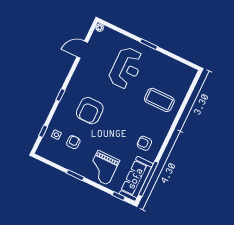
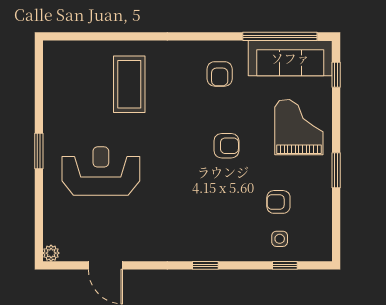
armchair: (90, 111) -> (226, 146), moved, width x0.53, depth x0.53
grand piano: (103, 168) -> (299, 127), turned -90

